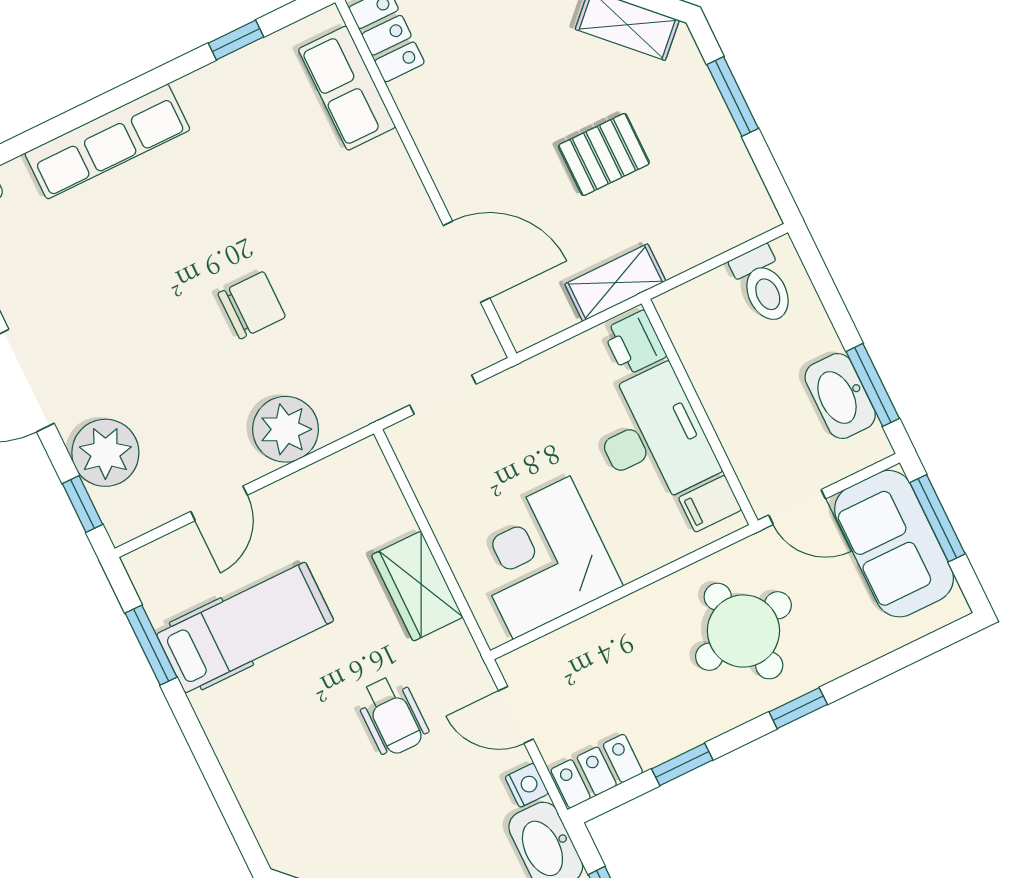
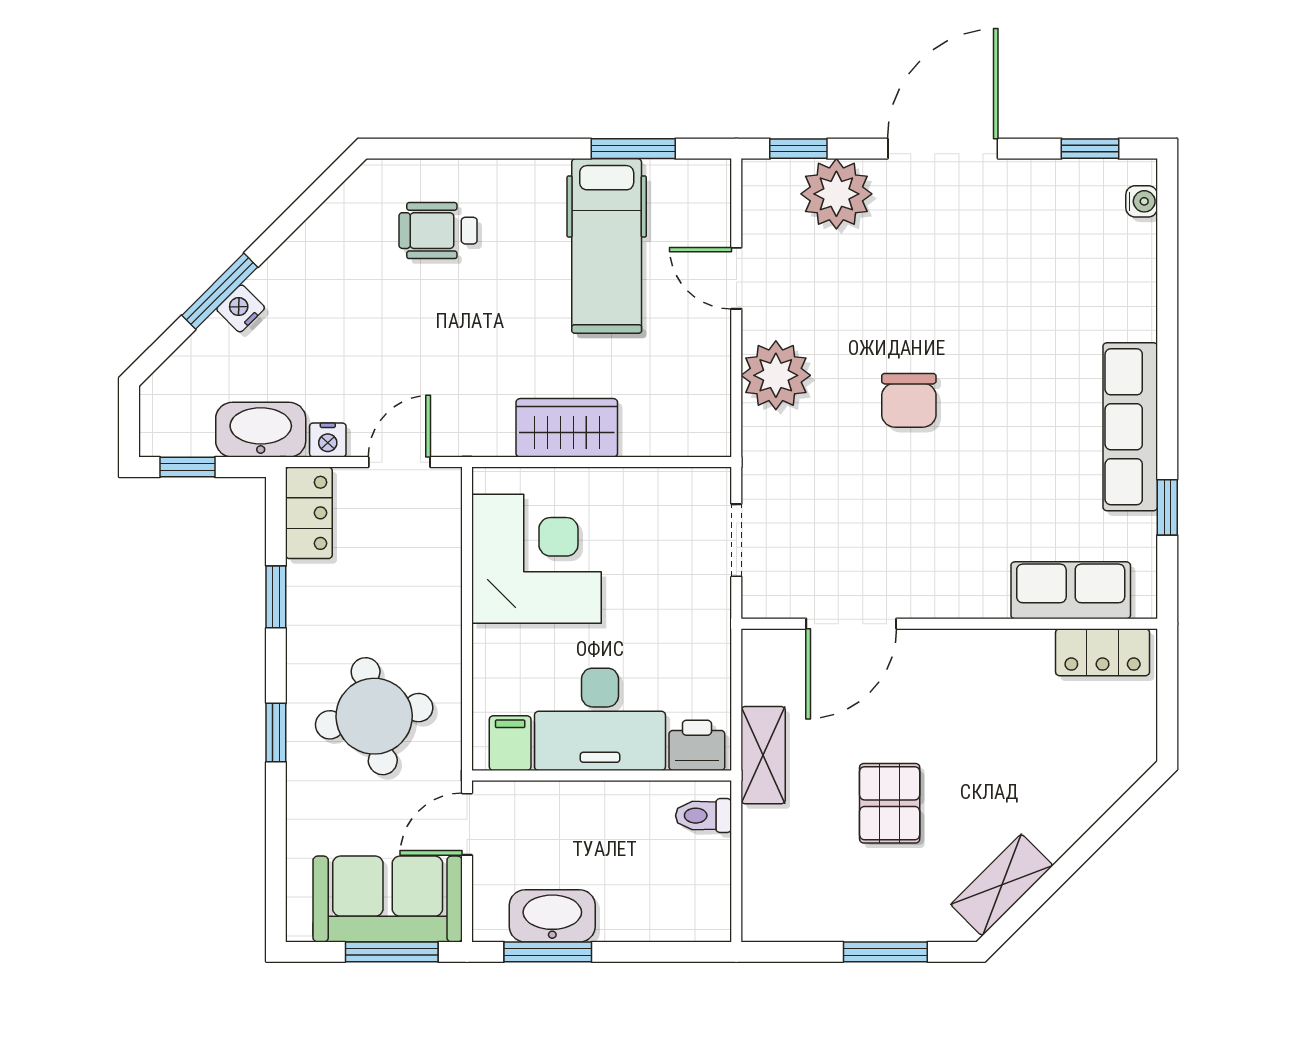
row of seats: (107, 142) -> (1130, 427), moved
toilet: (763, 285) -> (703, 816), moved, width x0.73, depth x0.72
wheelchair: (392, 716) -> (438, 231), moved

